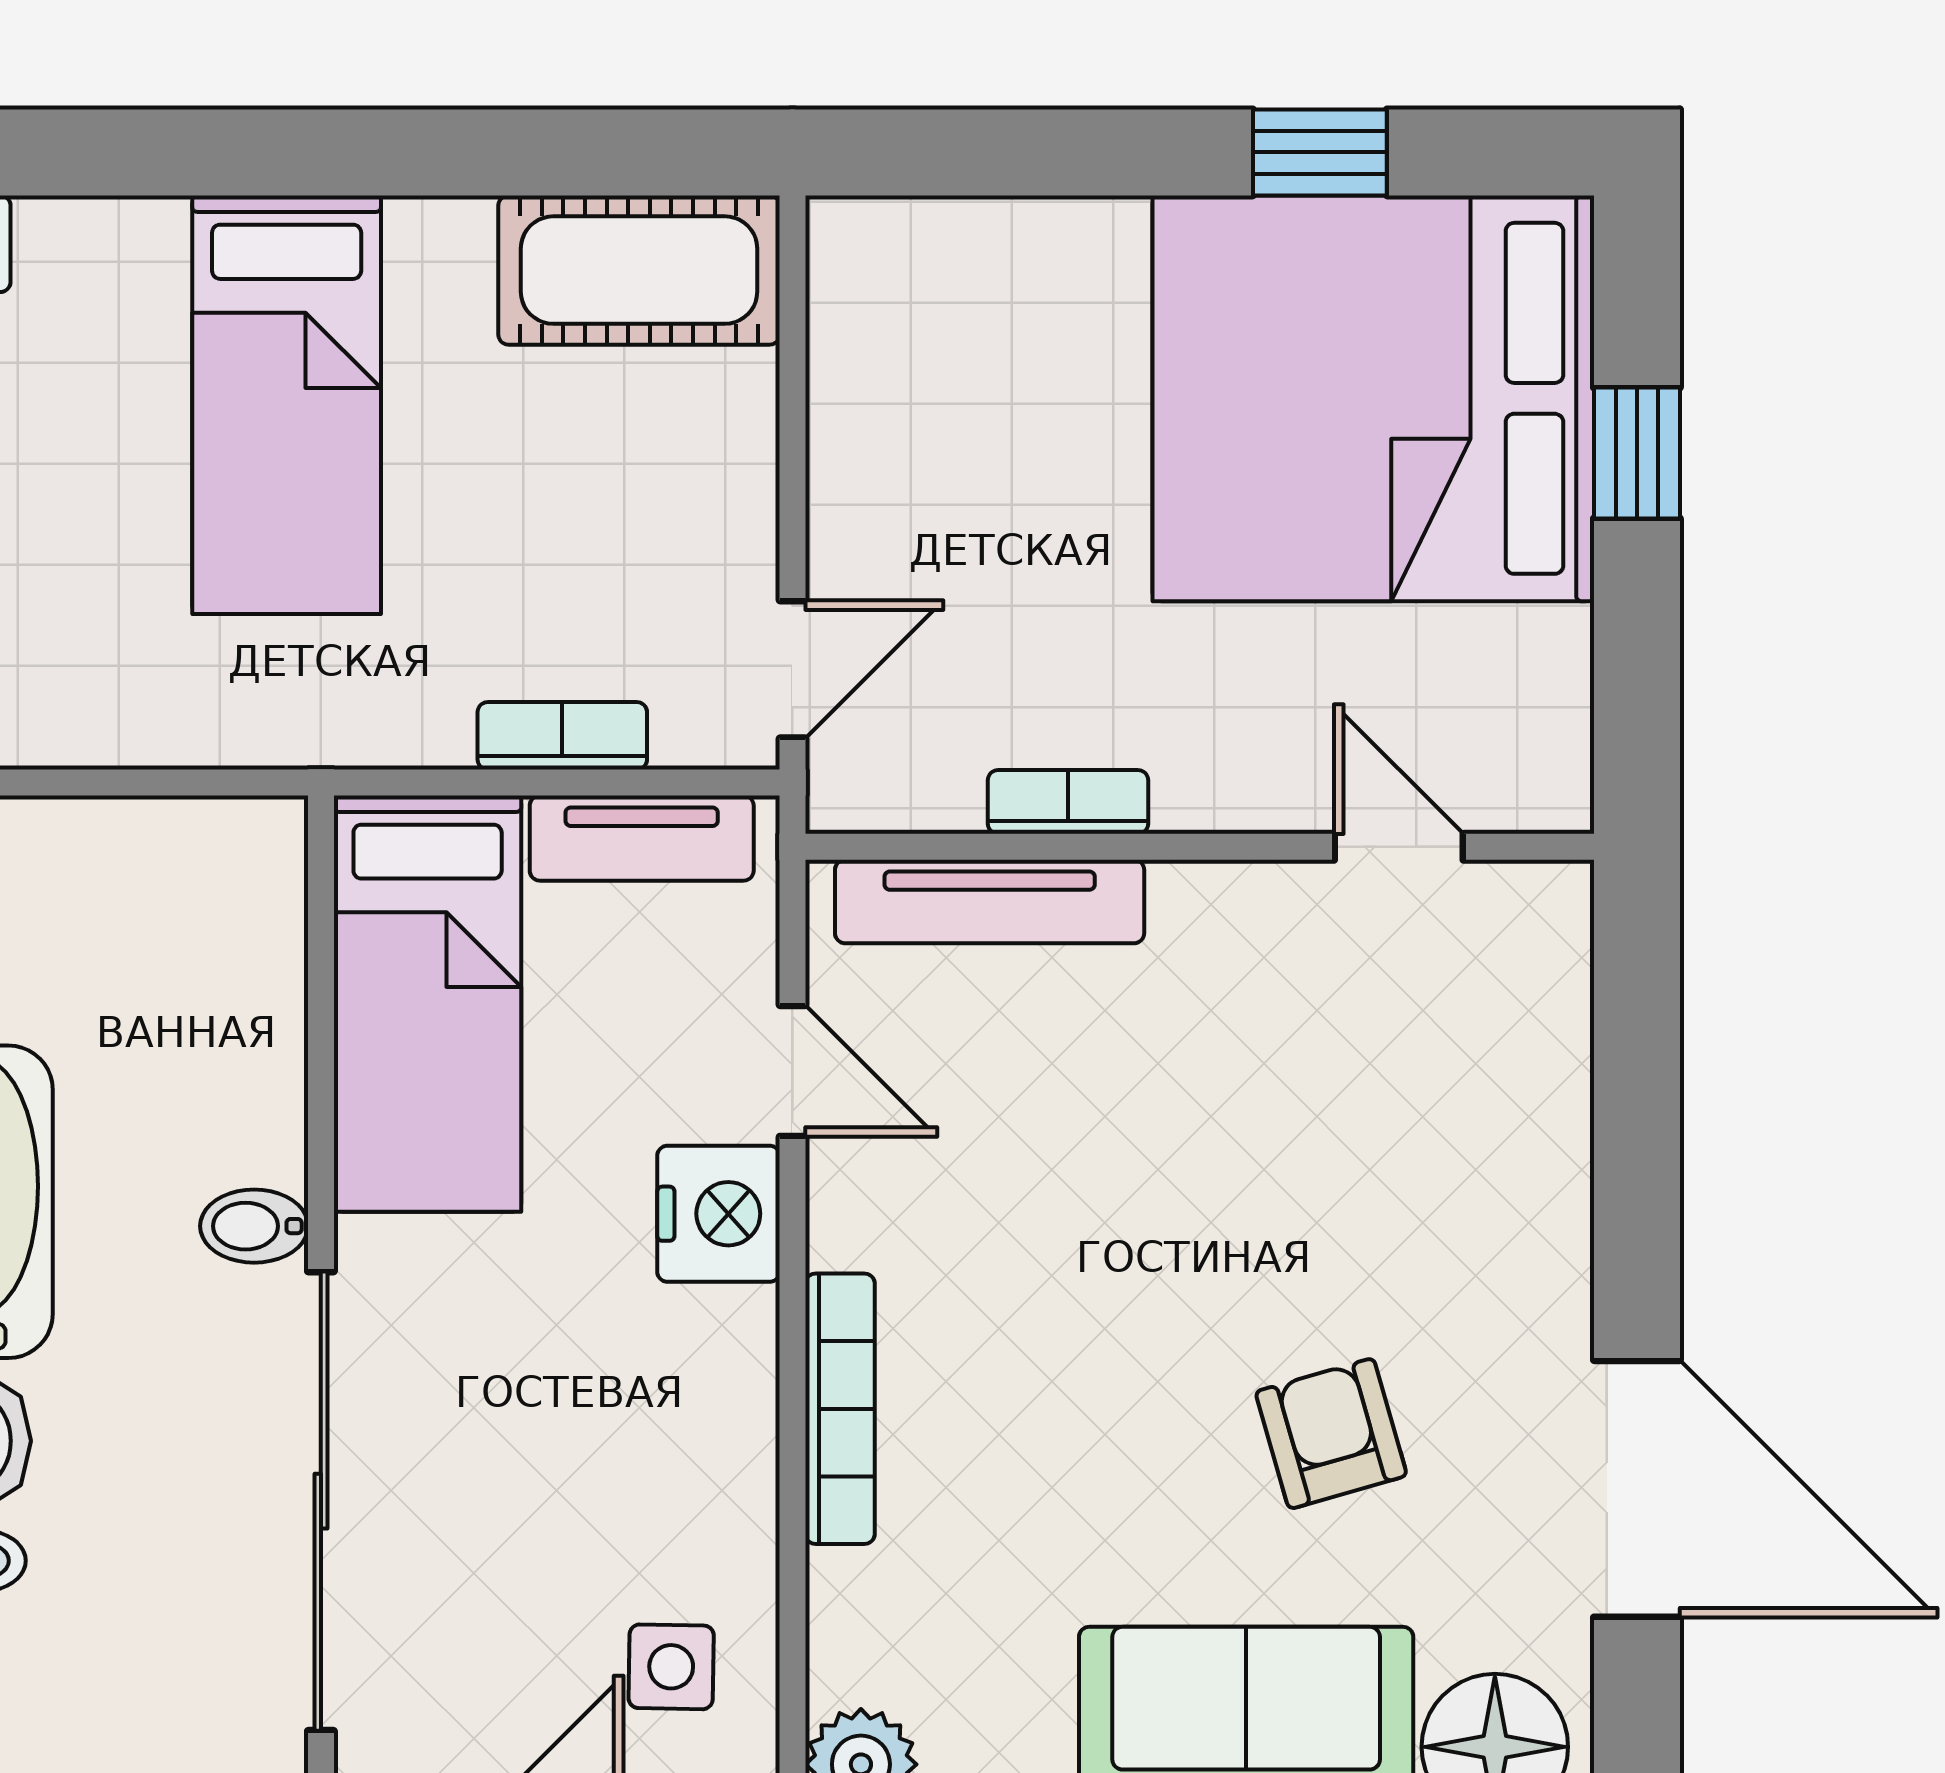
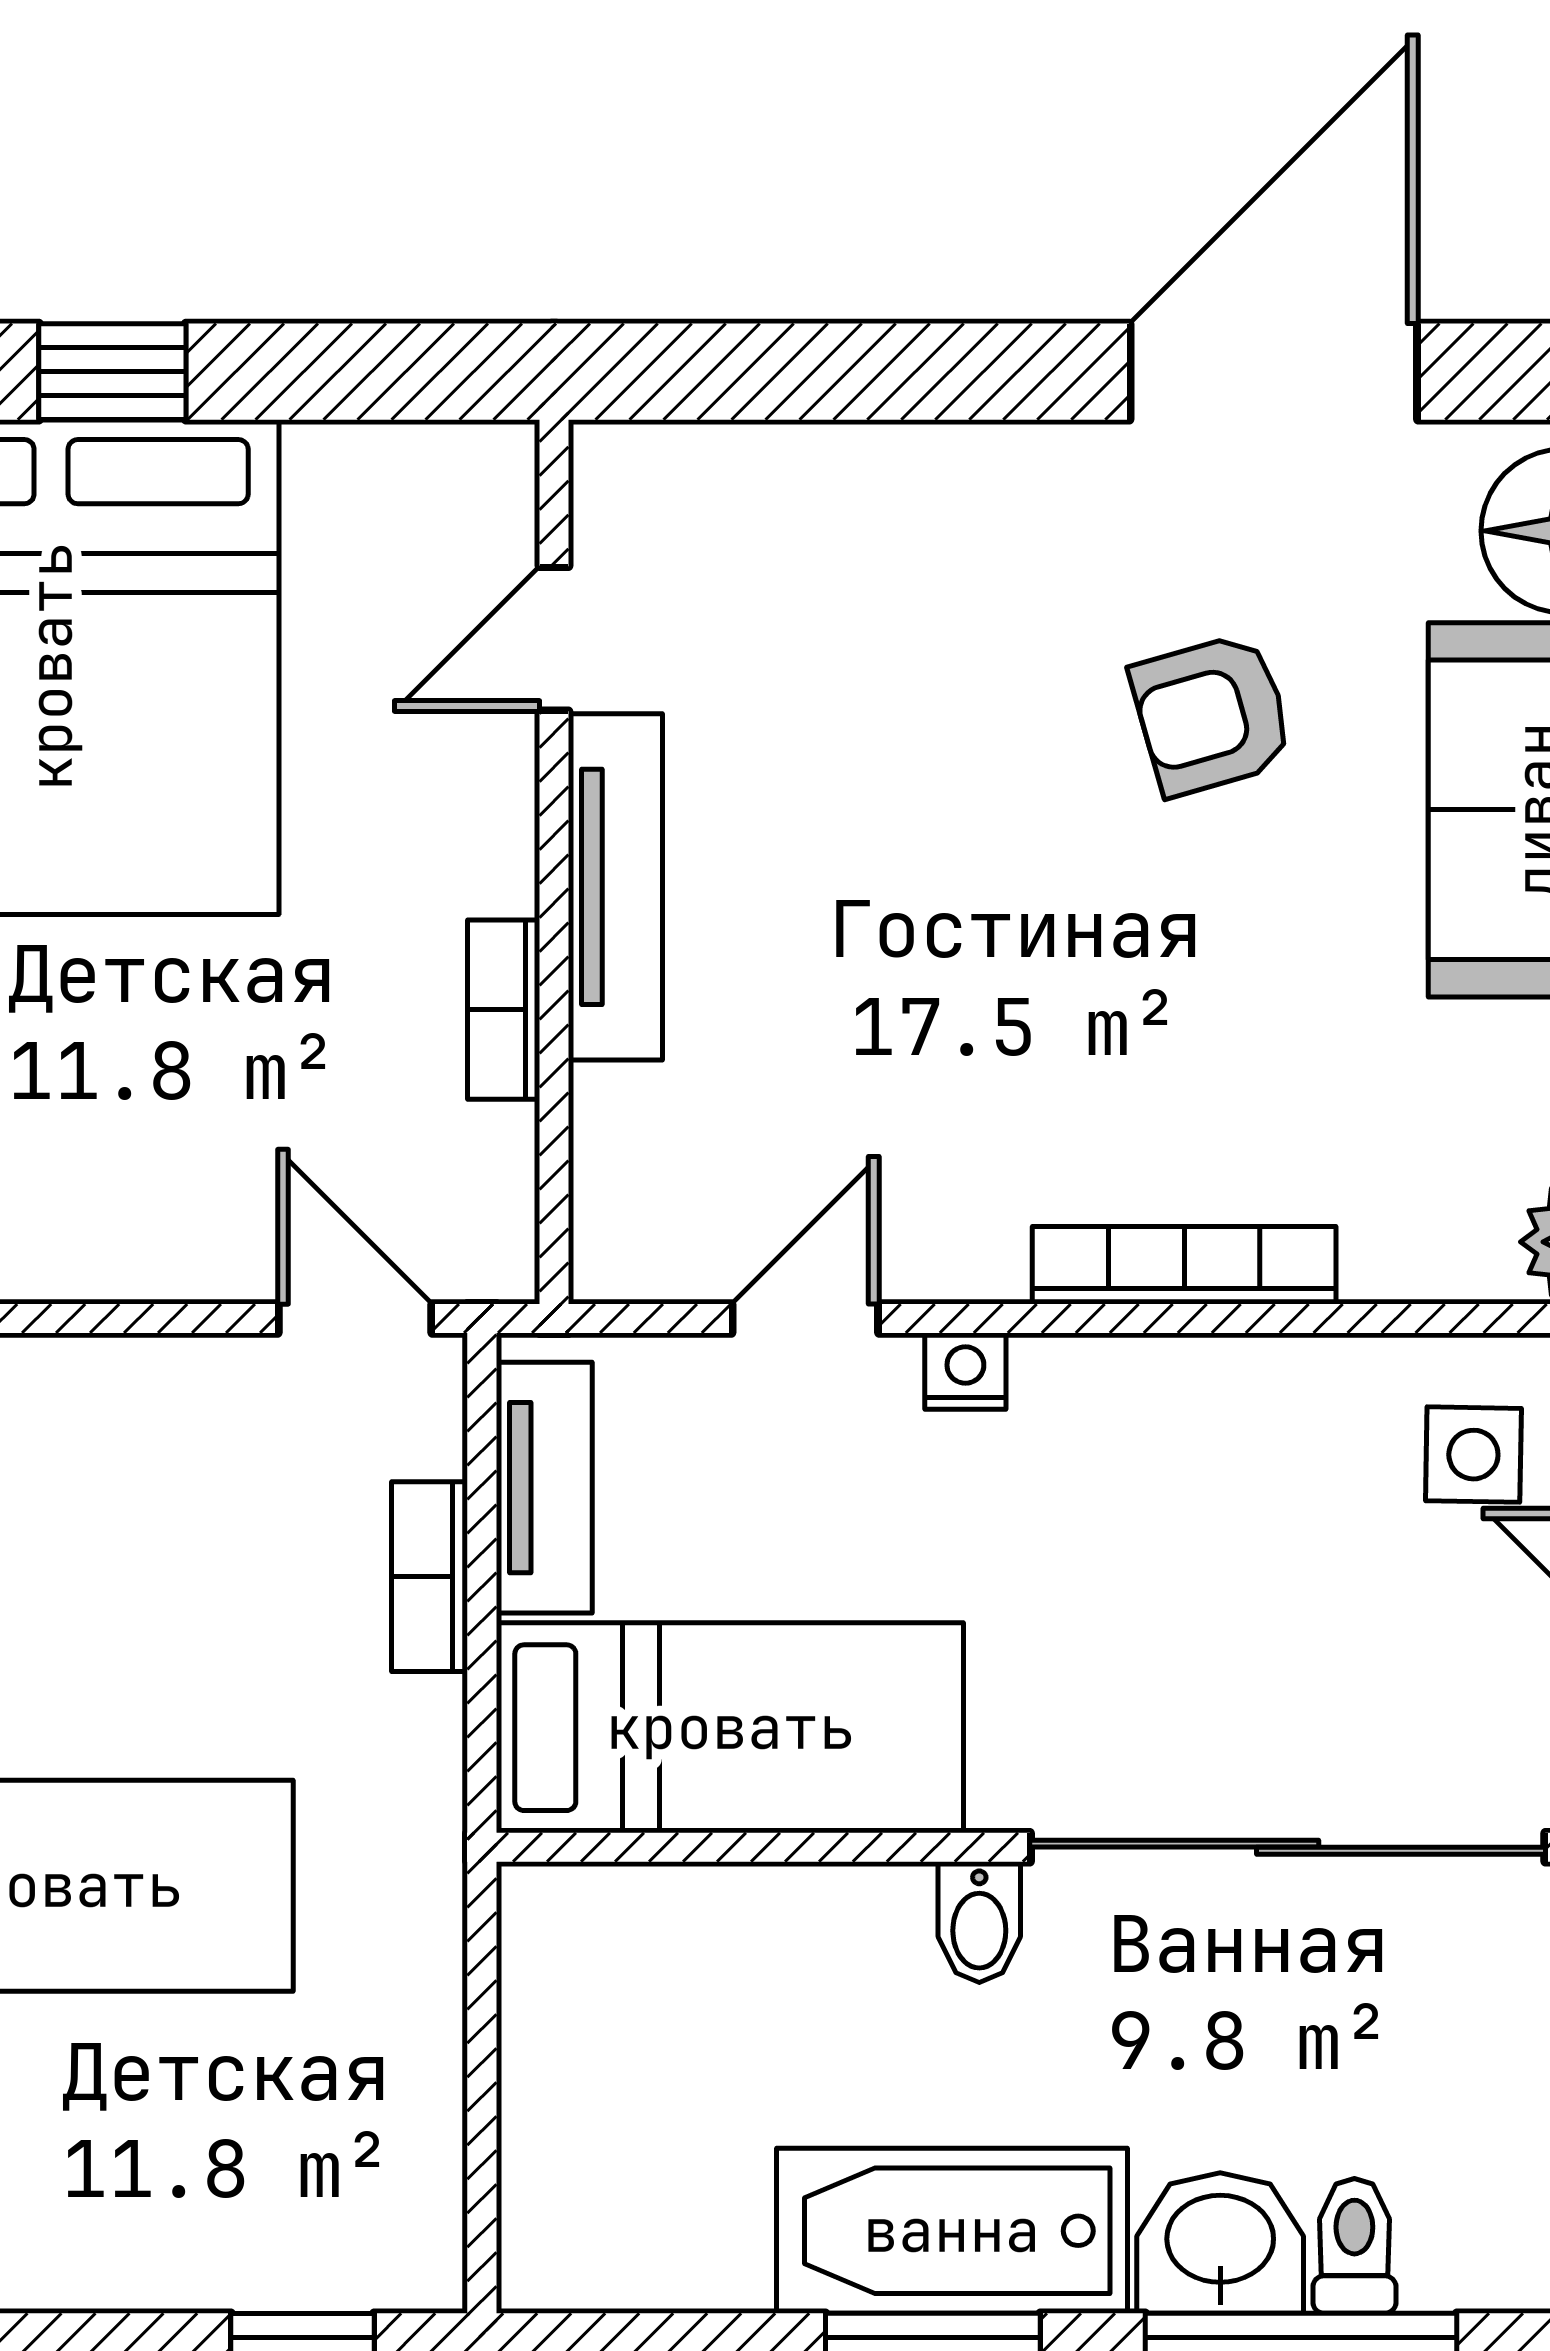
tv unit: (990, 902) -> (615, 887), moved
nightstand: (718, 1214) -> (965, 1371), width x0.53, depth x0.56

